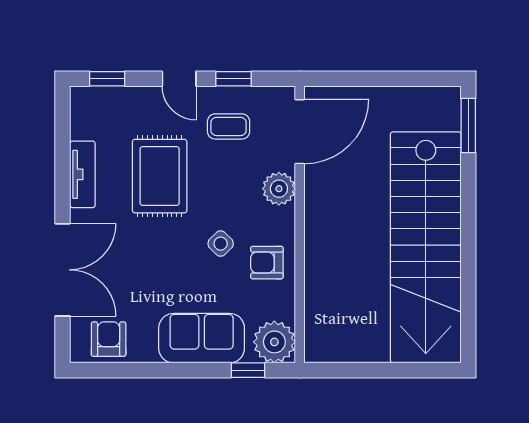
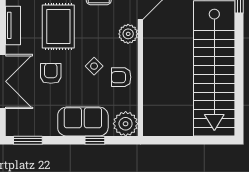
armchair: (109, 339) -> (51, 73), moved
window: (108, 370) -> (28, 140), added
window: (248, 370) -> (95, 140), moved

